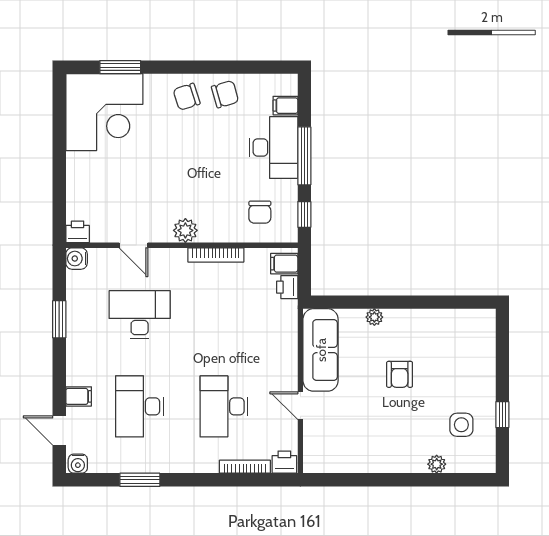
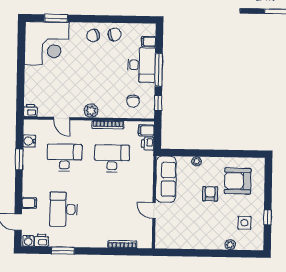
water cooler: (77, 259) -> (29, 141), moved
armchair: (448, 351) -> (238, 181), added
armchair: (400, 374) -> (210, 194), turned 180
desk: (224, 406) -> (112, 158), moved, turned 90
printer: (284, 462) -> (41, 240), moved

